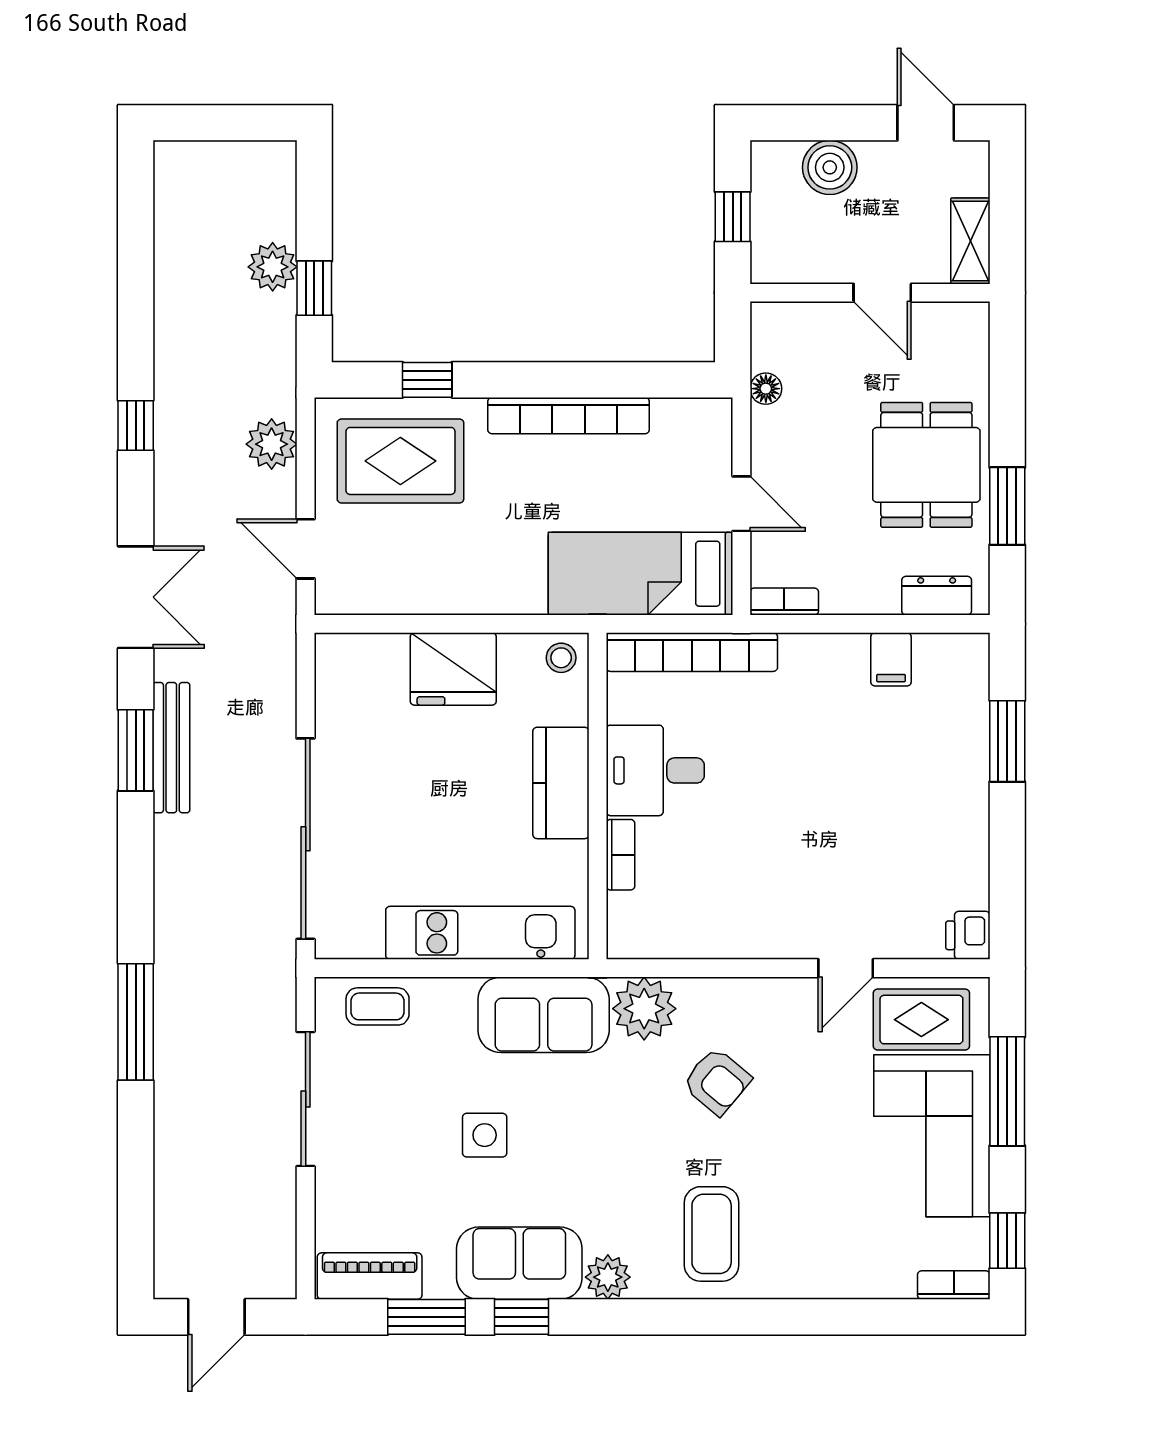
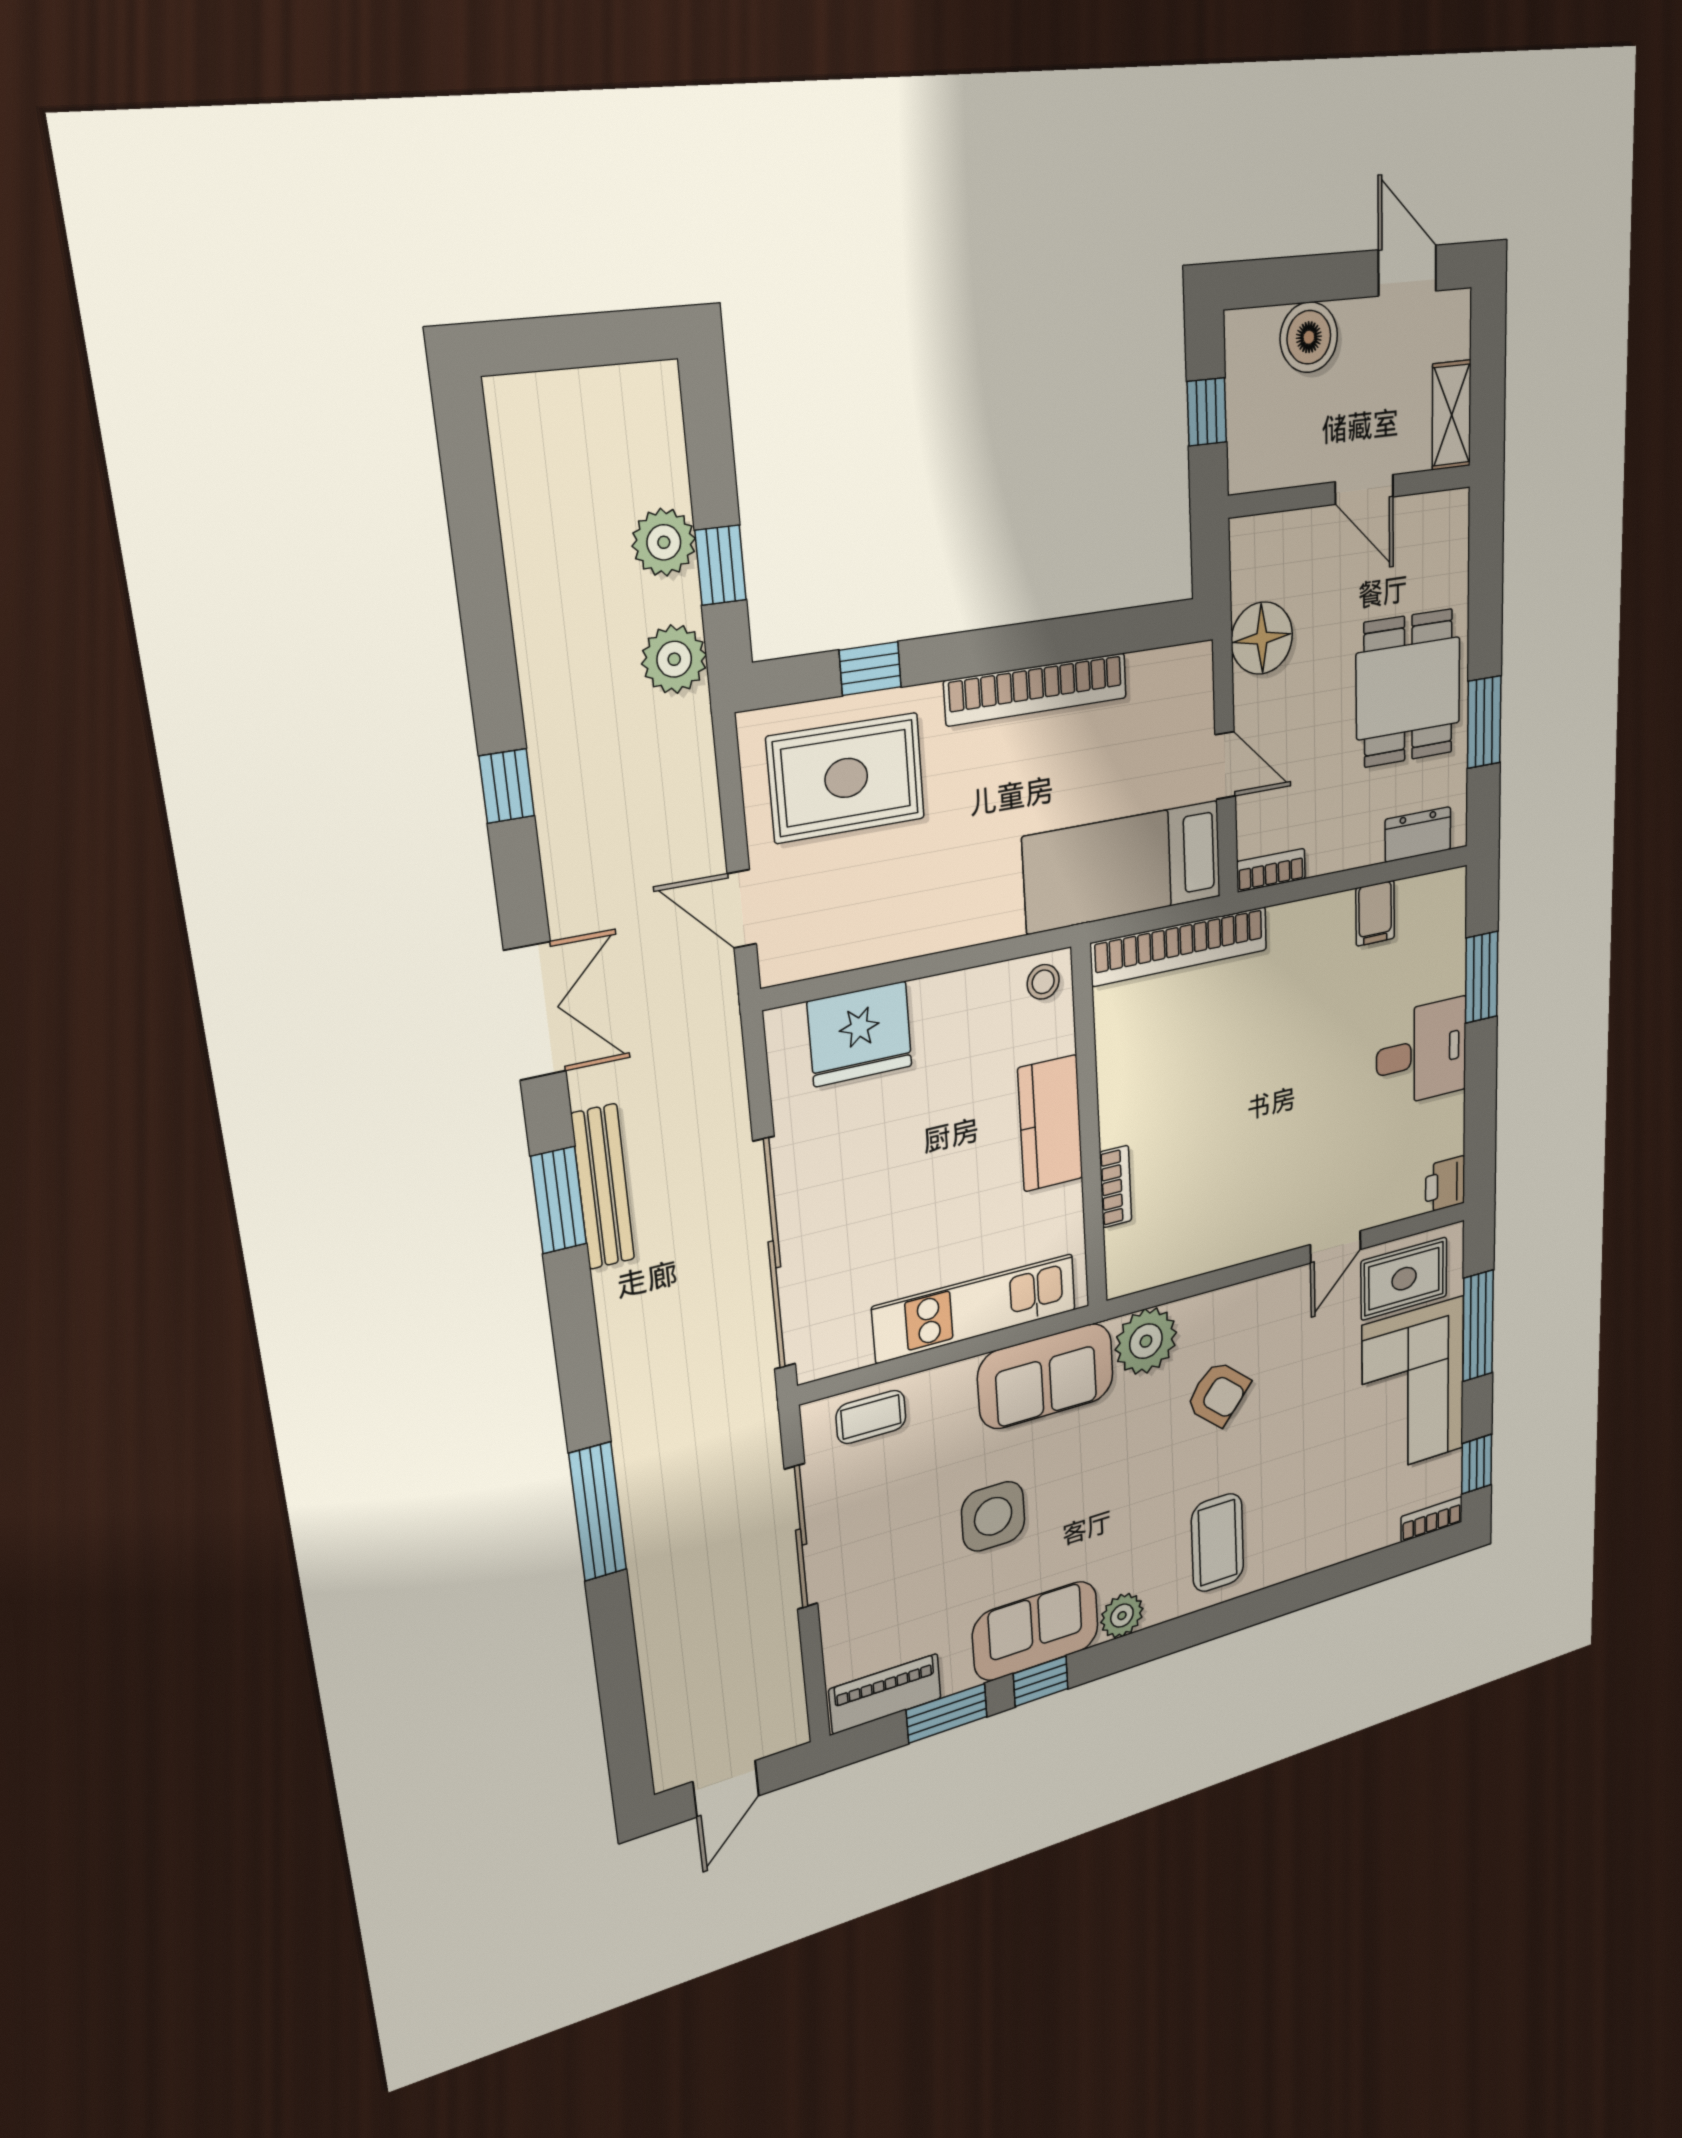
floor lamp: (766, 389) -> (1262, 638), width x1.89, depth x1.89
plant: (272, 444) -> (674, 659), moved
fridge: (453, 669) -> (860, 1034), moved
desk: (655, 770) -> (1421, 1053), moved, turned 180
side table: (485, 1135) -> (993, 1516), width x1.37, depth x1.37

